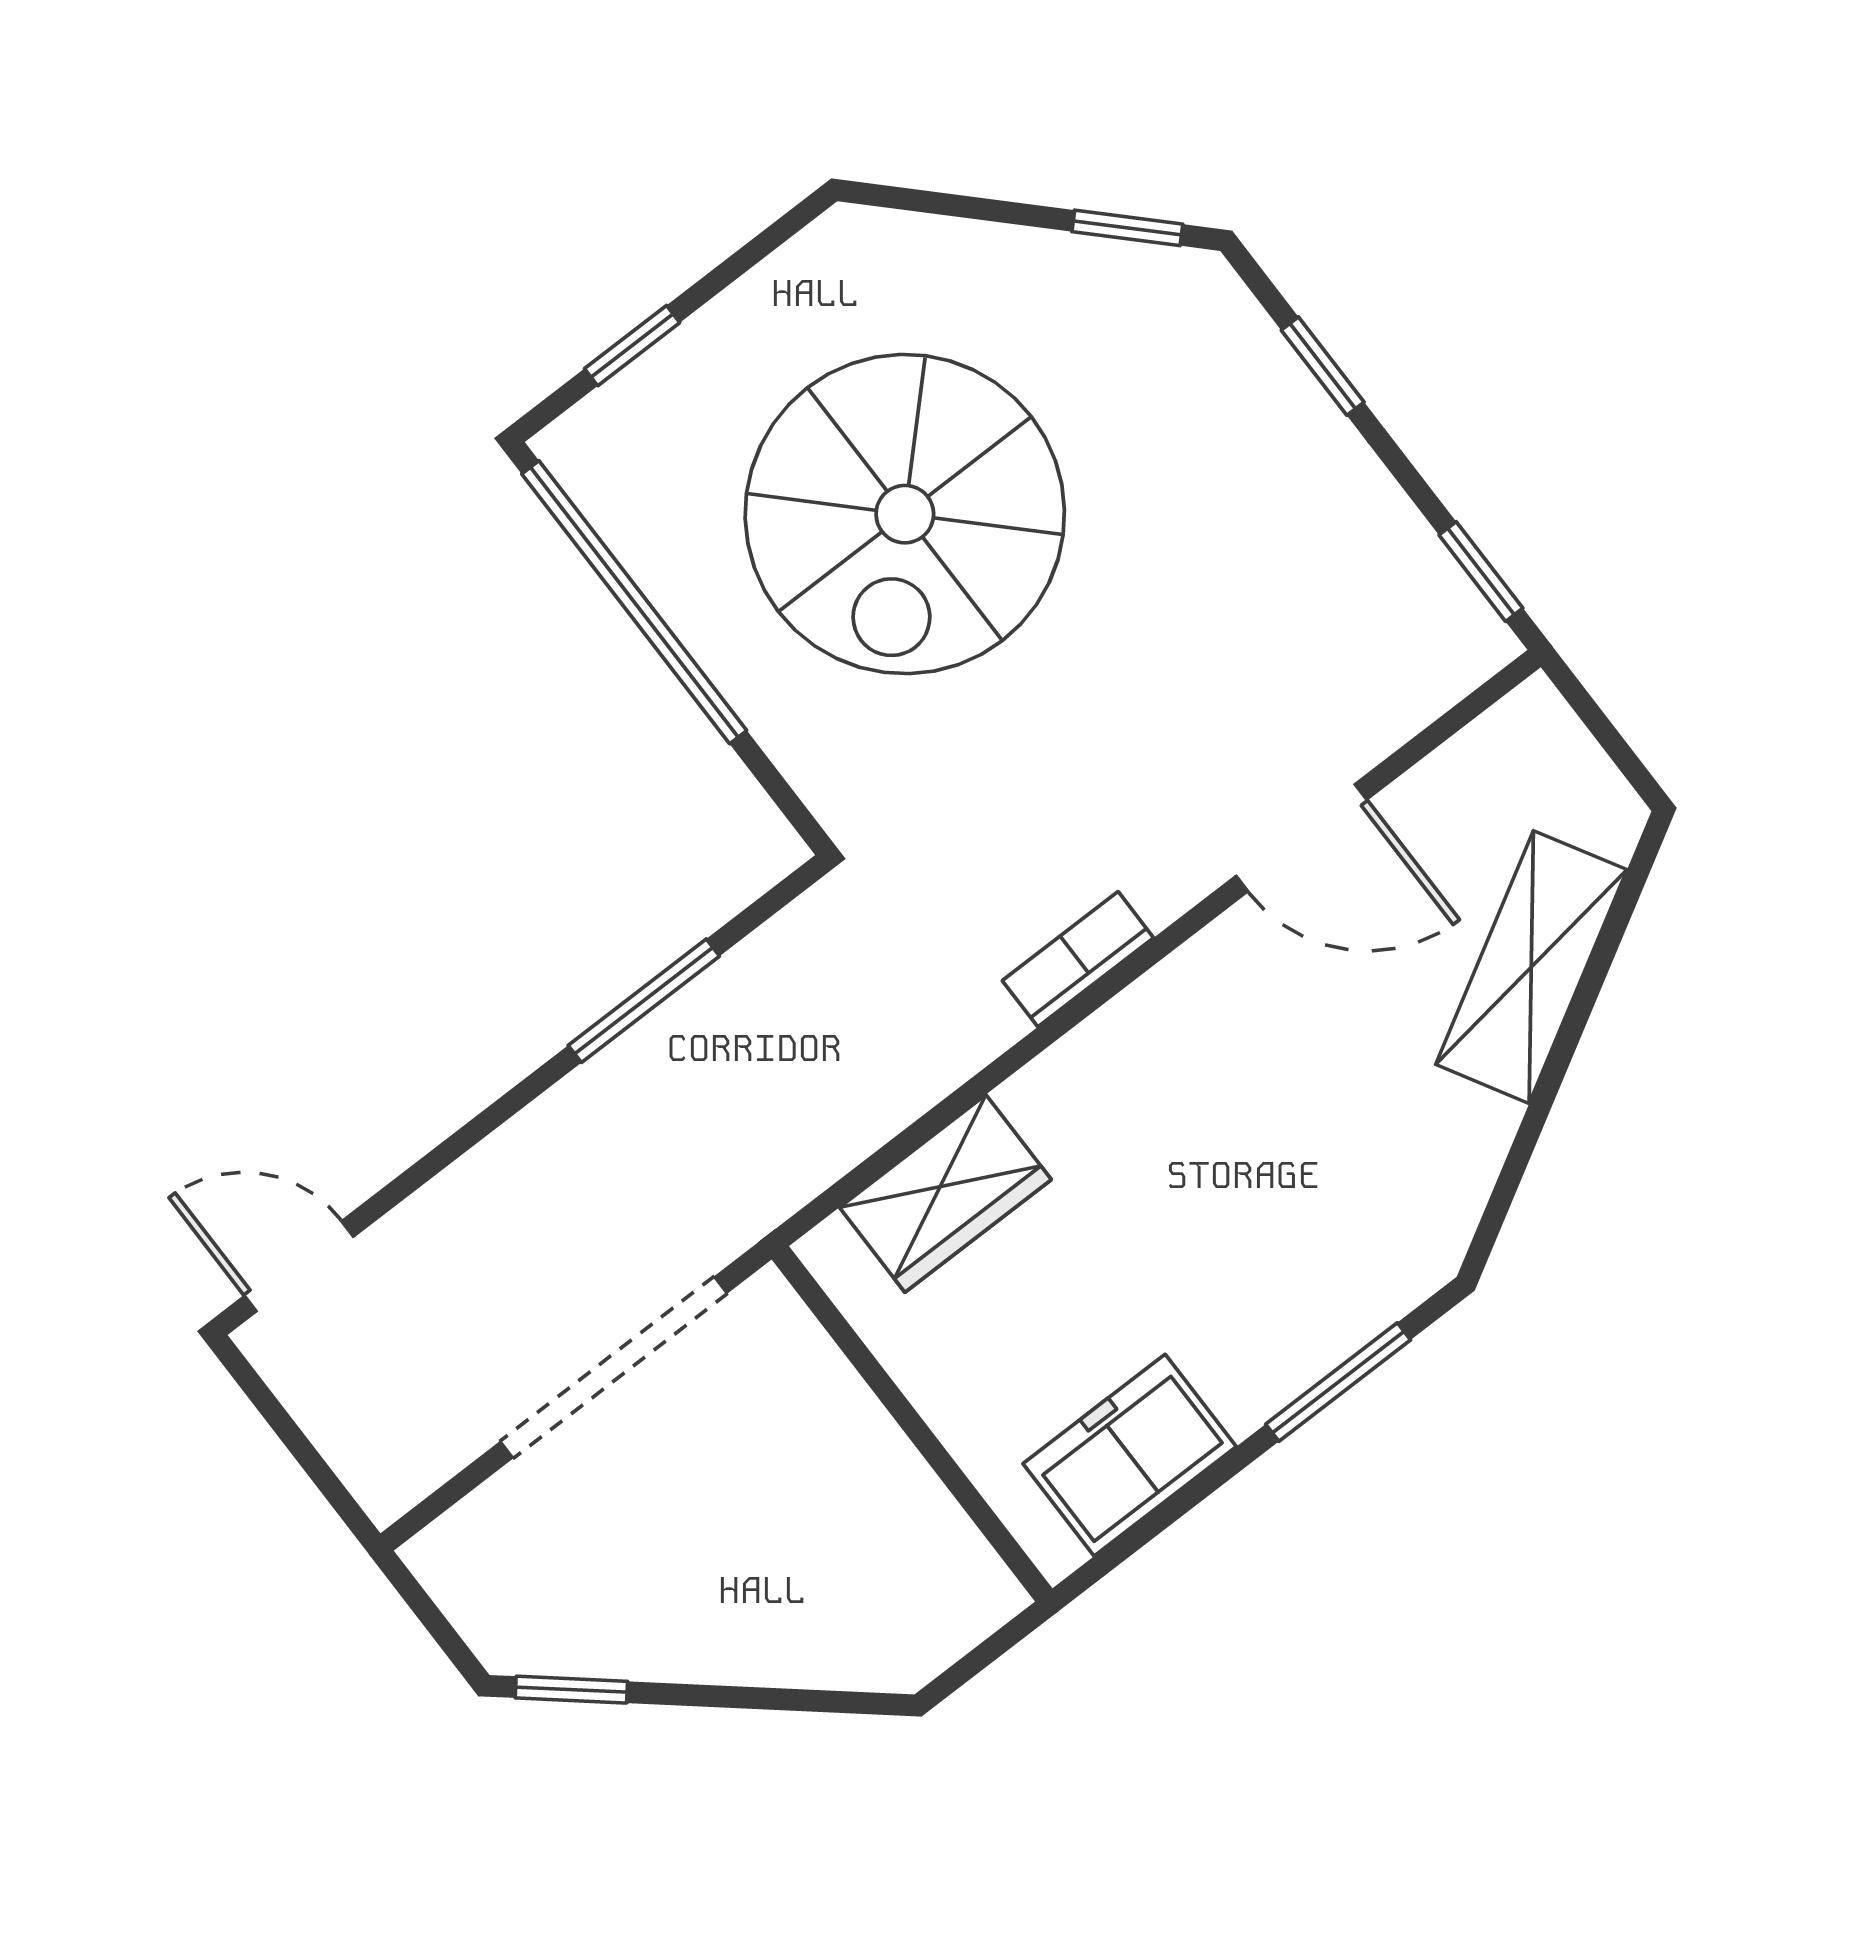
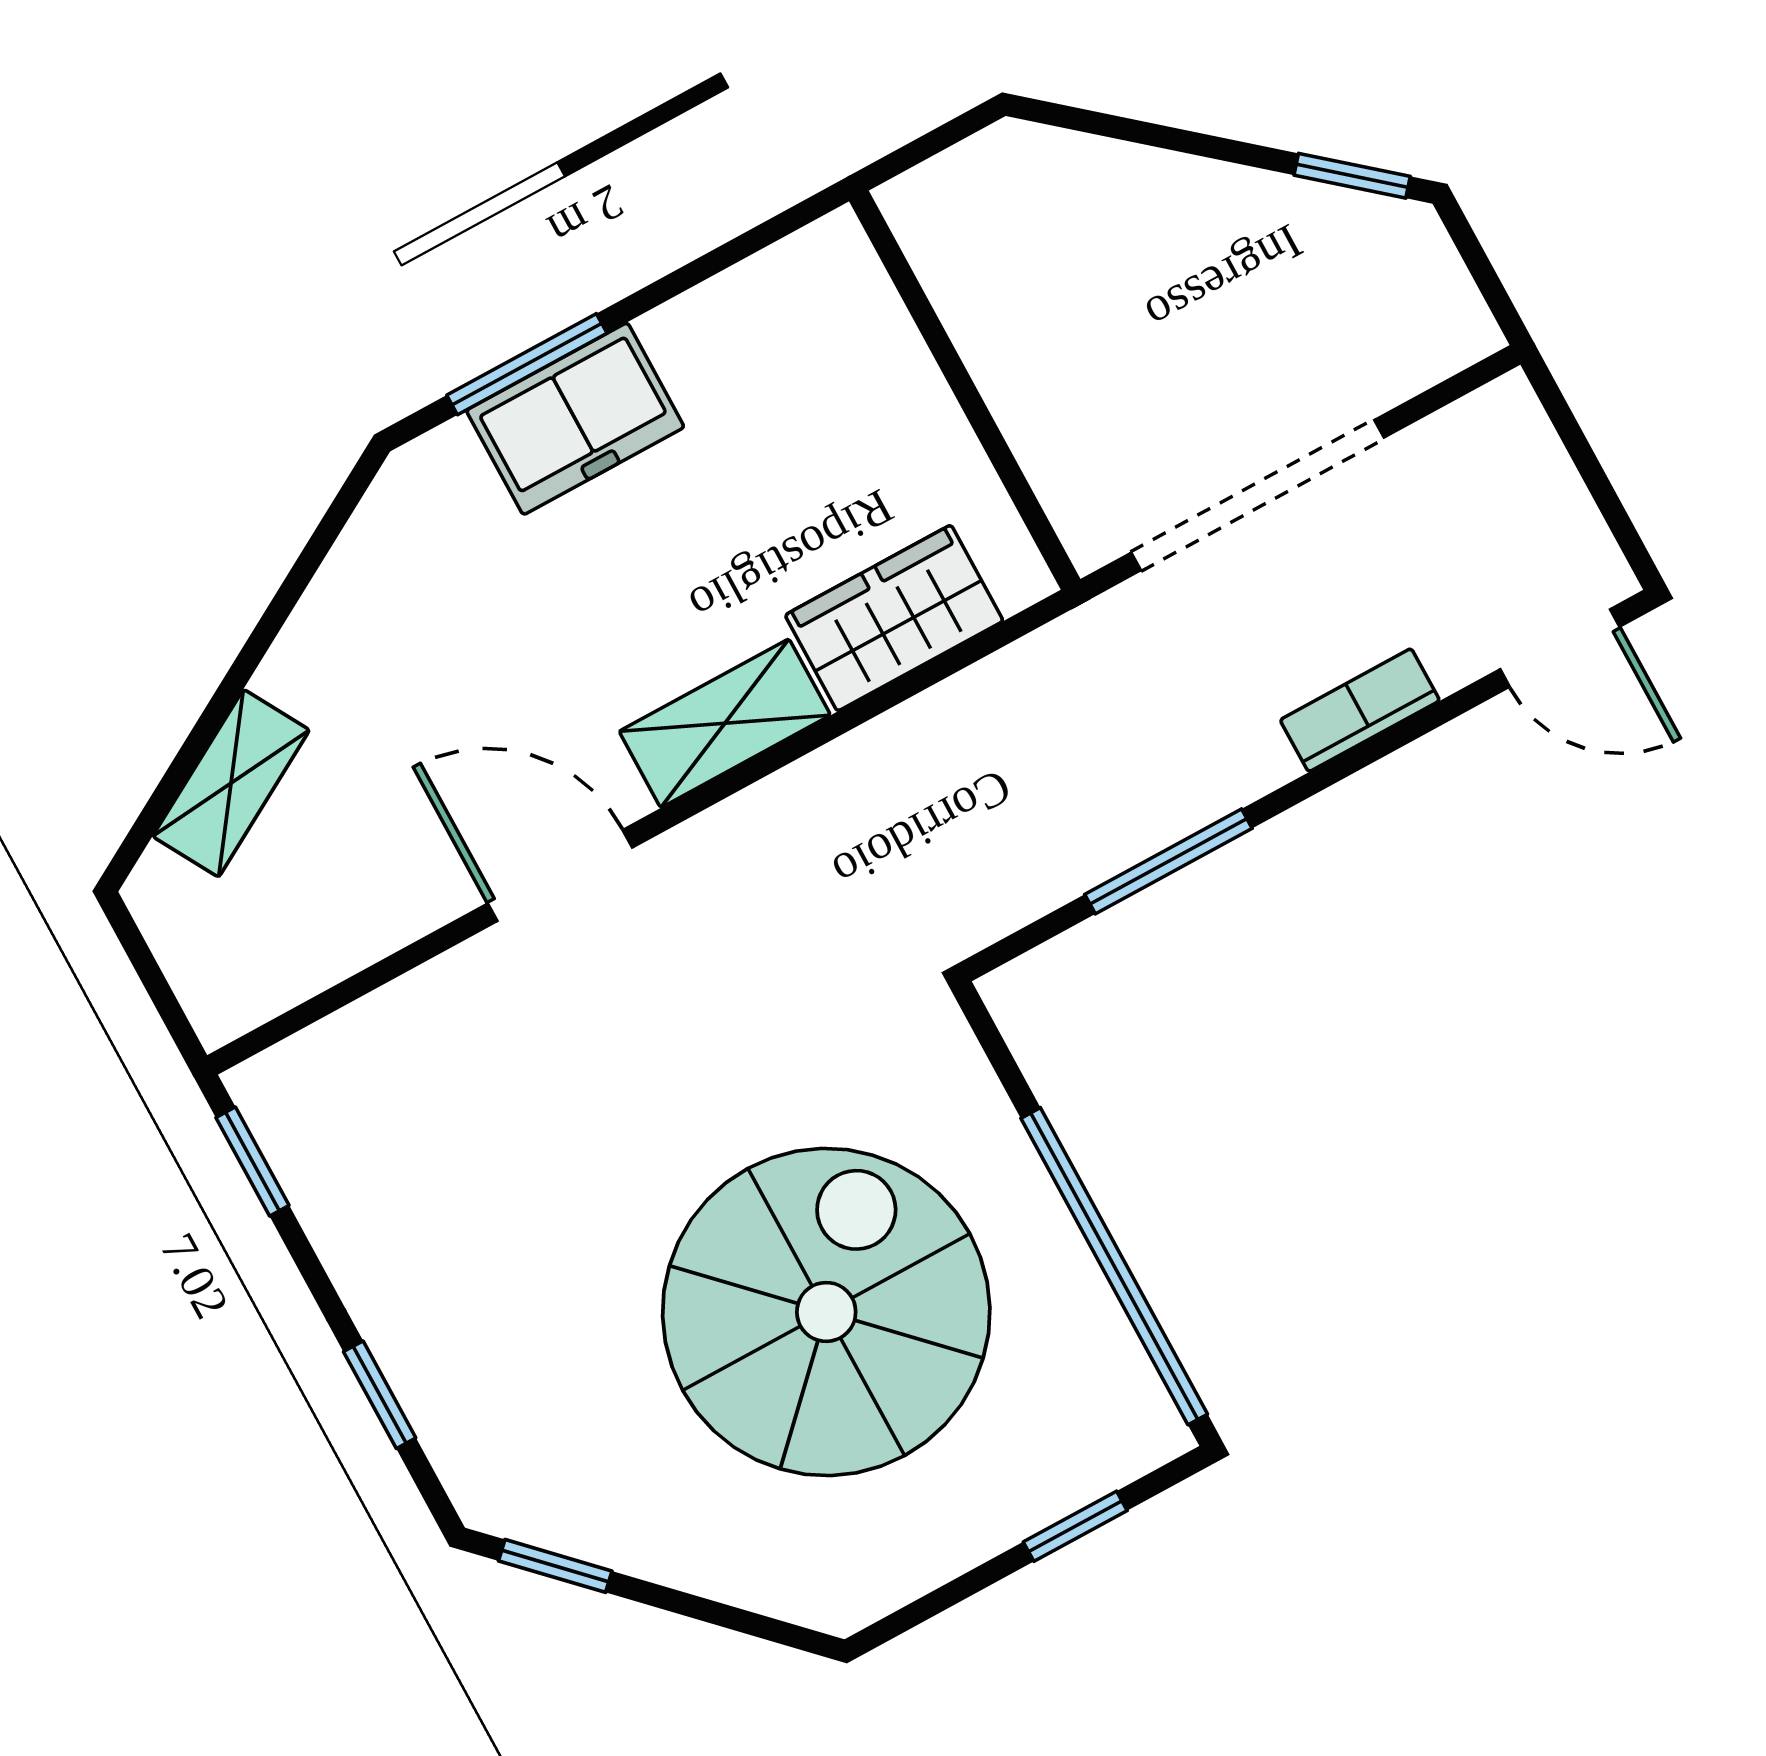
door: (1301, 838) -> (560, 876), moved
bookcase: (1078, 959) -> (1360, 710), moved, turned 180
shelving: (1531, 967) -> (231, 783), width x0.67, depth x0.75
shelving: (1093, 1066) -> (725, 723), added
freezer: (1130, 1455) -> (575, 419), moved

